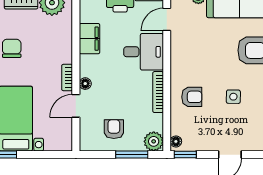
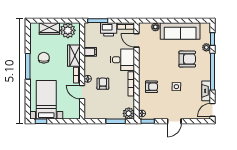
door: (167, 19) -> (137, 40), hinge flipped
filing cabinet: (89, 39) -> (90, 52), width x0.50
wardrobe: (62, 45) -> (74, 56), added
door: (76, 106) -> (82, 92), hinge flipped
armchair: (114, 129) -> (103, 84), moved

